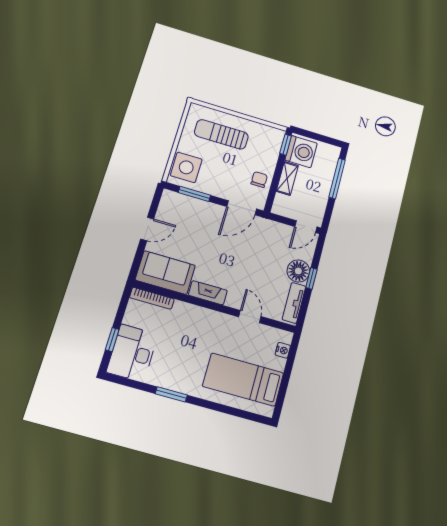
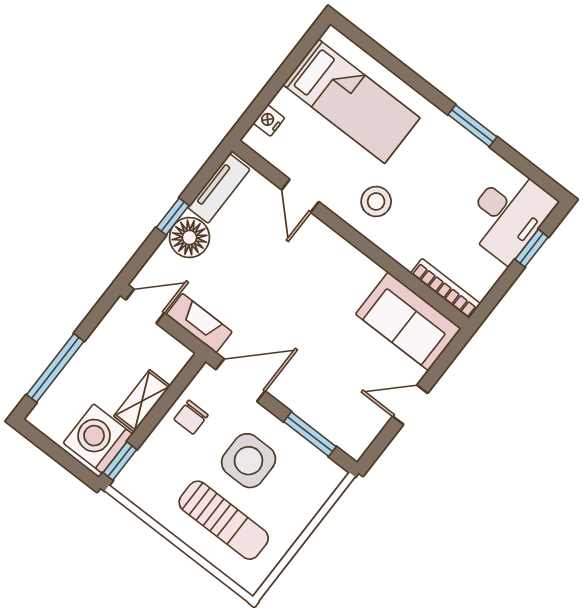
side table: (186, 167) -> (249, 461), moved
fireplace: (208, 293) -> (199, 323), moved, turned 180
stool: (208, 330) -> (376, 201), added

